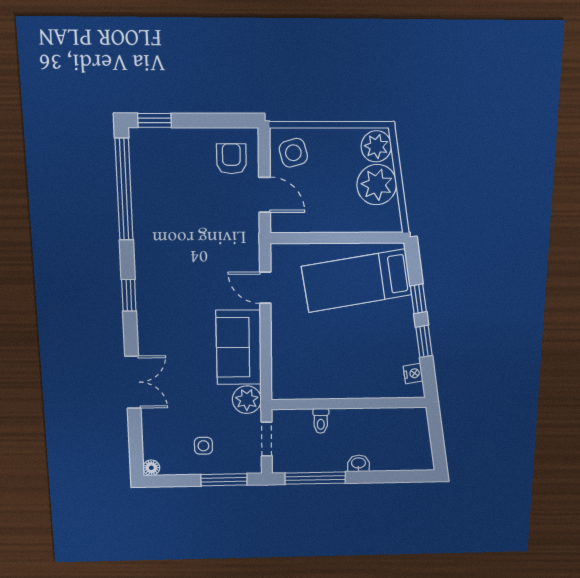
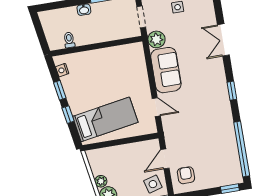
armchair: (231, 159) -> (186, 175), turned 180
plant: (377, 185) -> (101, 181), width x0.53, depth x0.53
door: (265, 195) -> (165, 159), hinge flipped
toilet: (321, 421) -> (69, 40), moved

